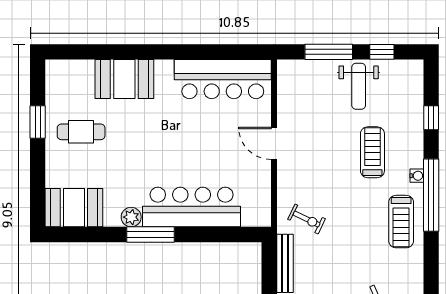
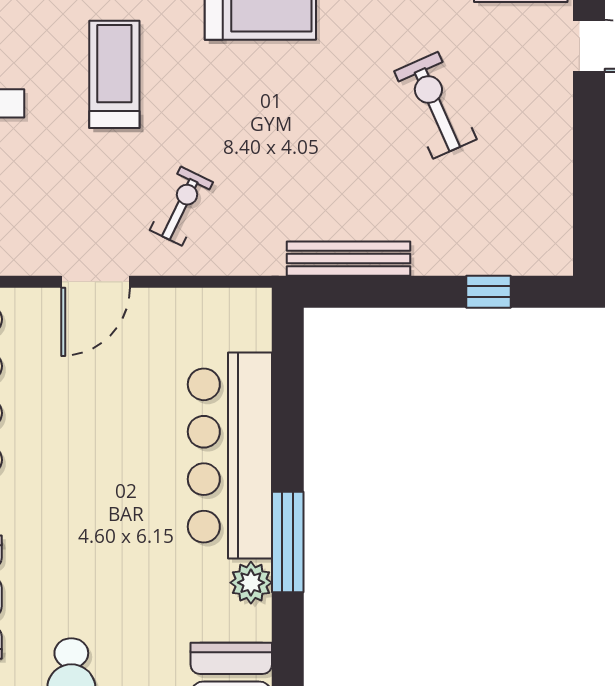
treadmill: (372, 152) -> (114, 74), turned 90
exercise bike: (307, 219) -> (181, 206), moved

